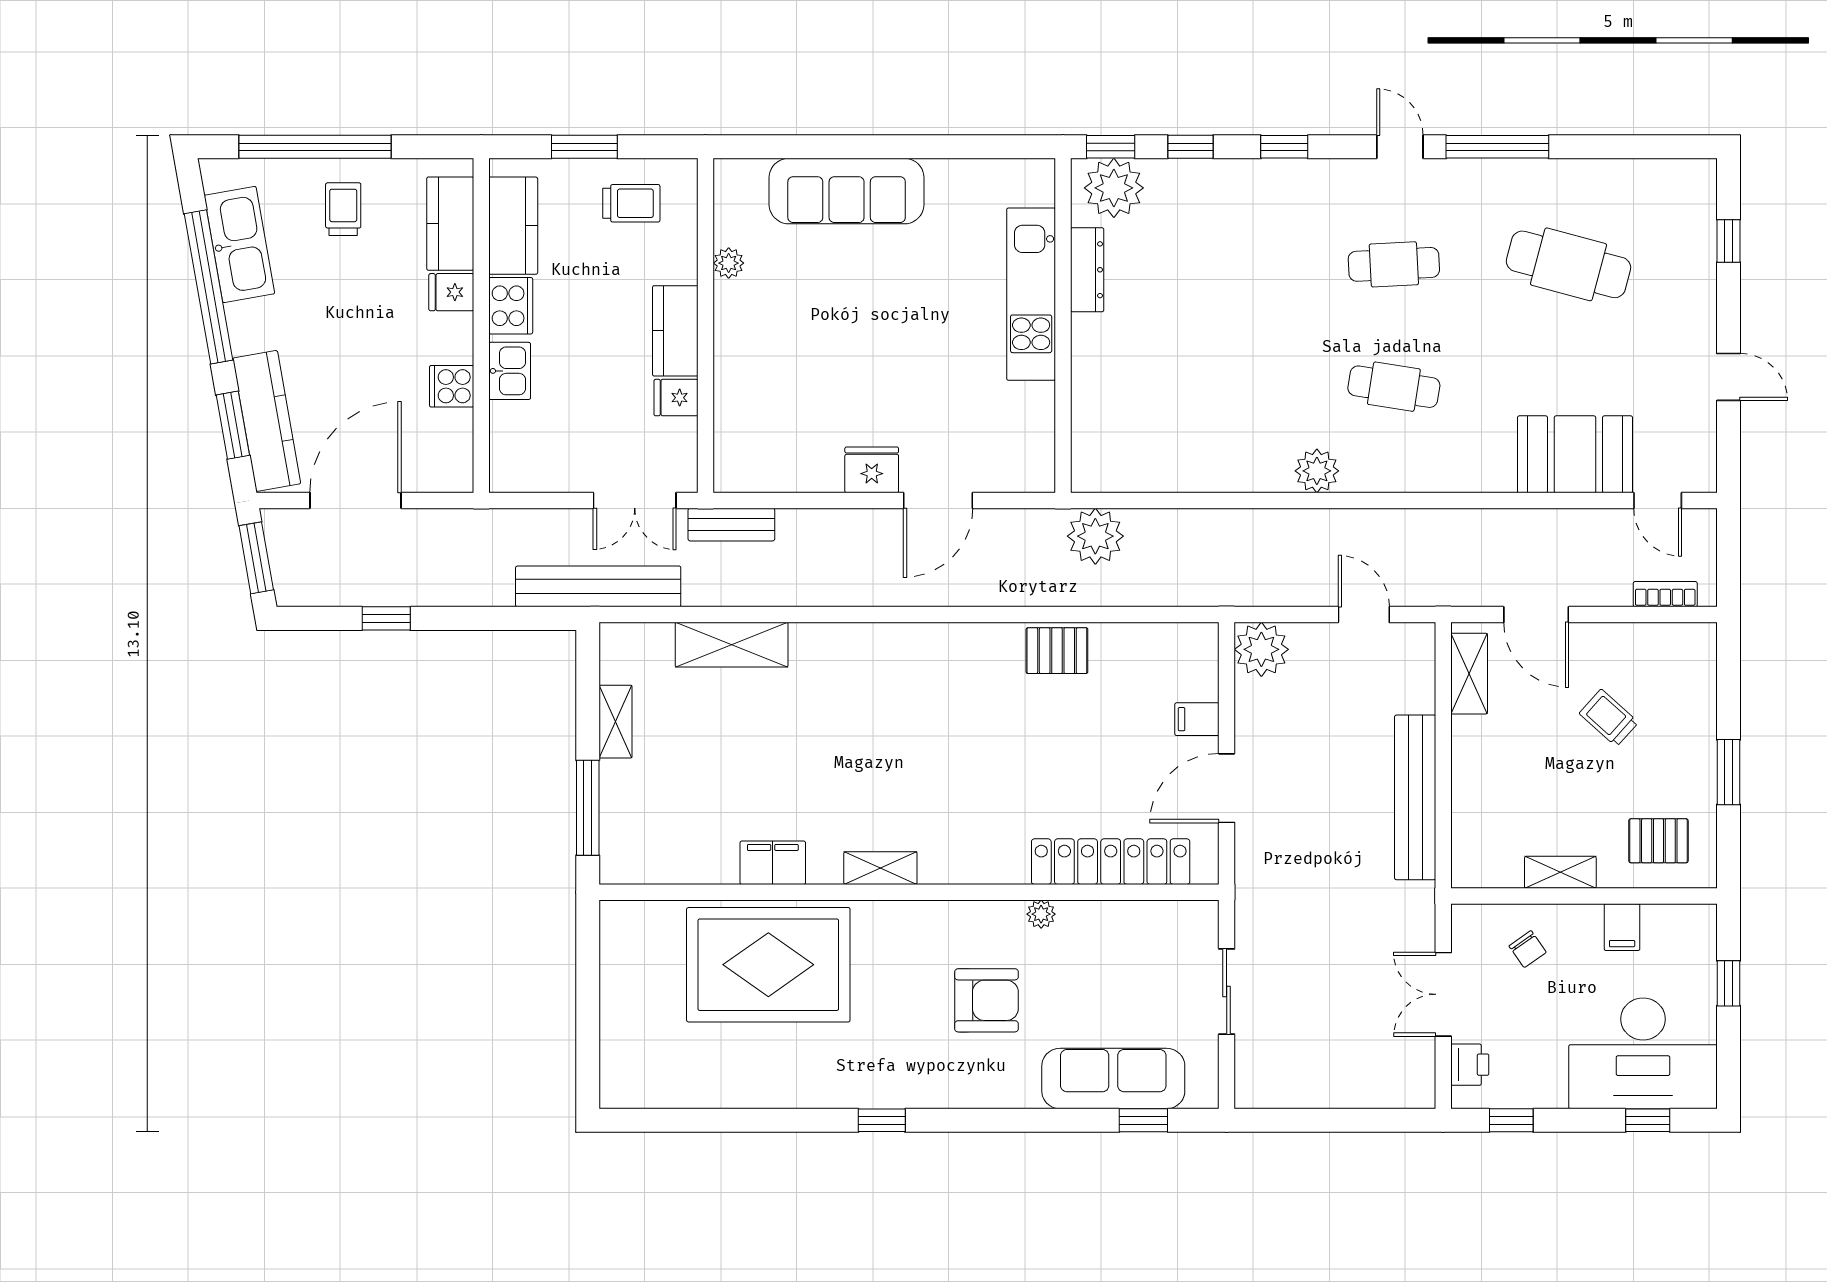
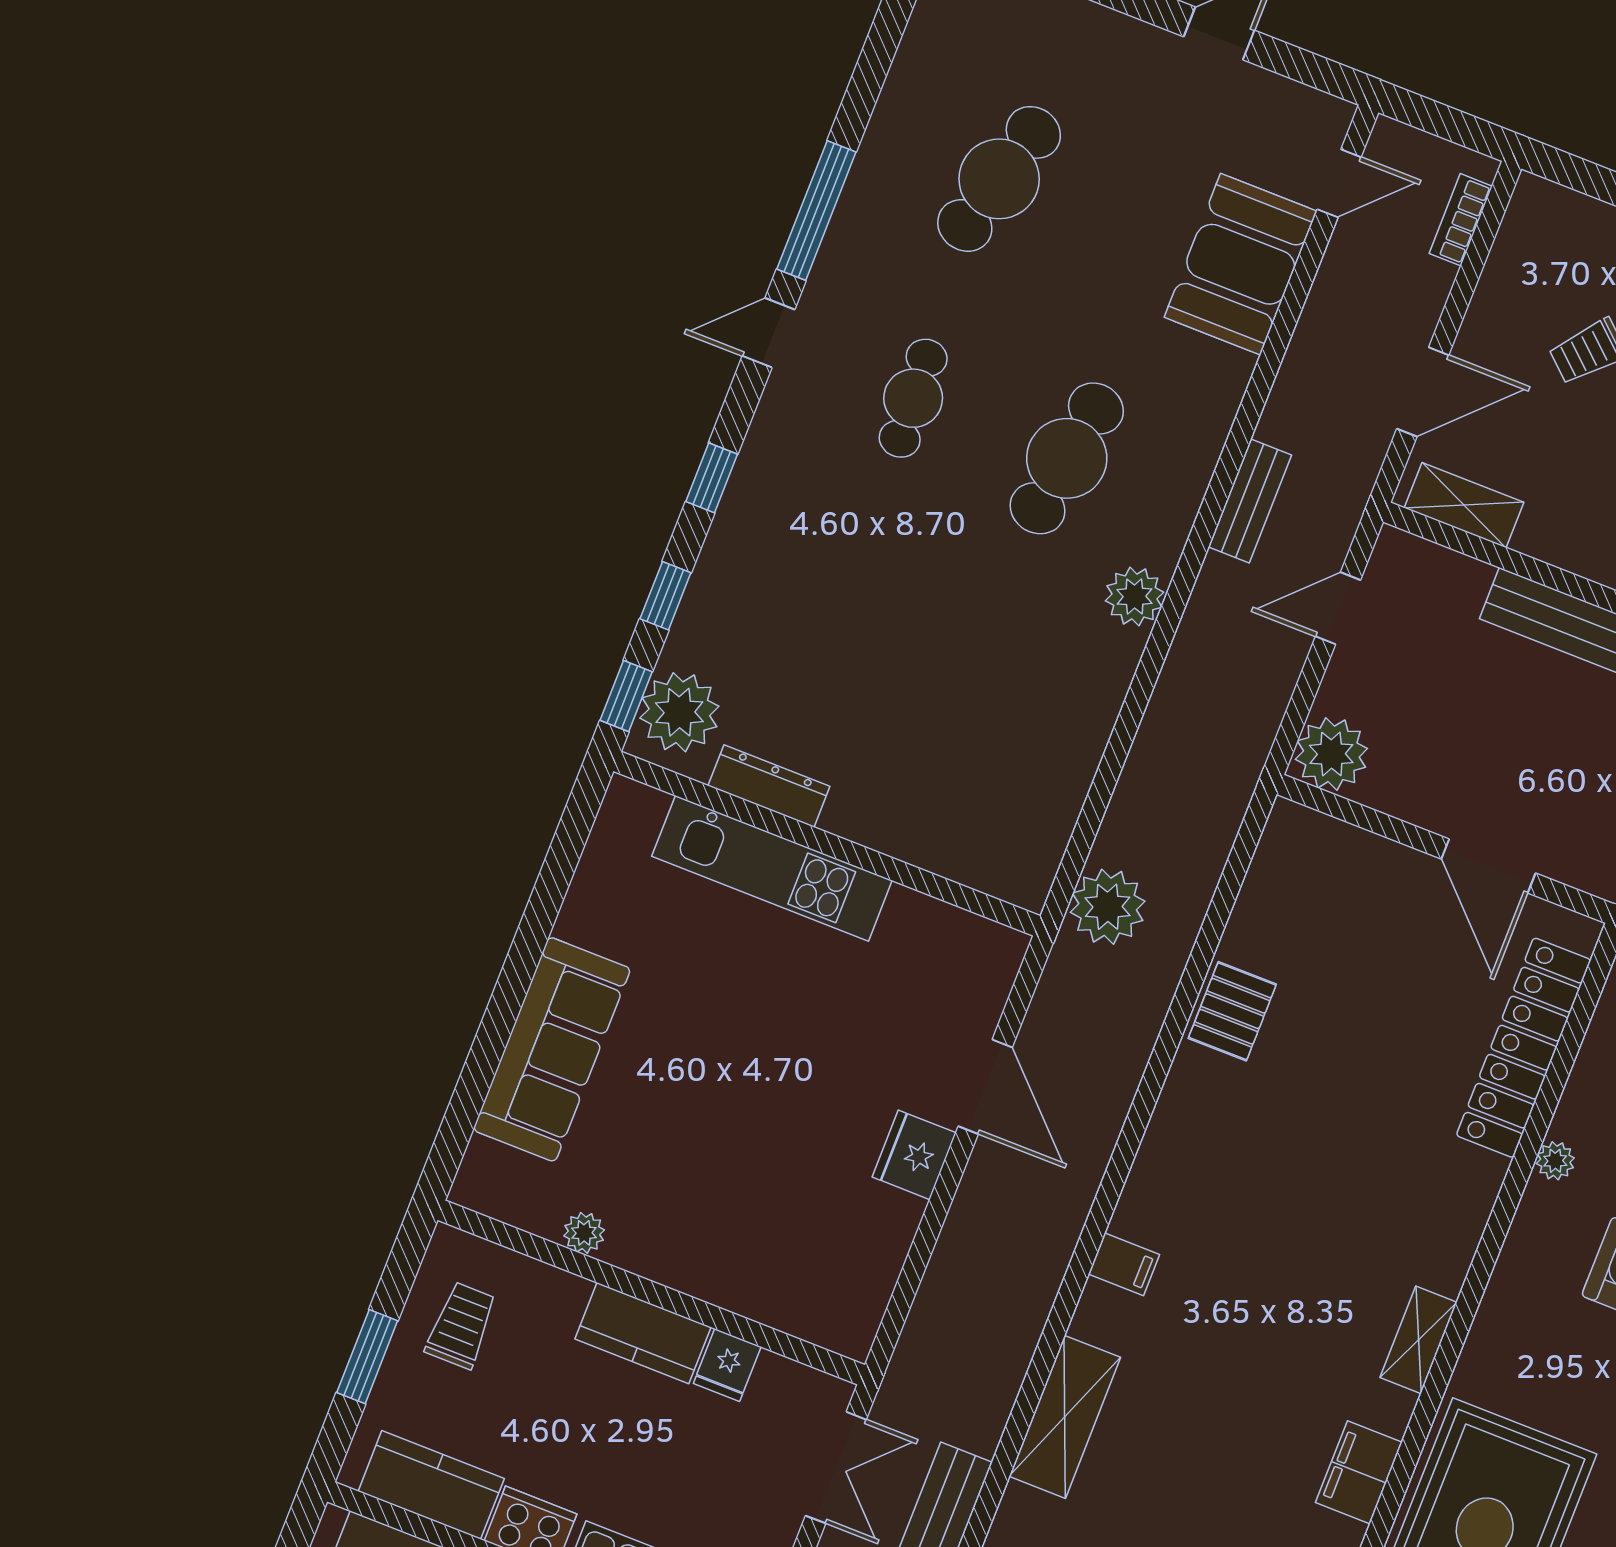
cafe table: (1394, 387) -> (1067, 458), width x1.37, depth x1.35
bench: (731, 525) -> (1250, 501), moved
filing cabinet: (1197, 719) -> (1124, 1264), moved, turned -90

